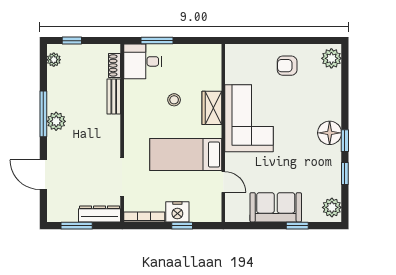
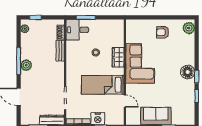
plant: (332, 207) -> (189, 116), removed

